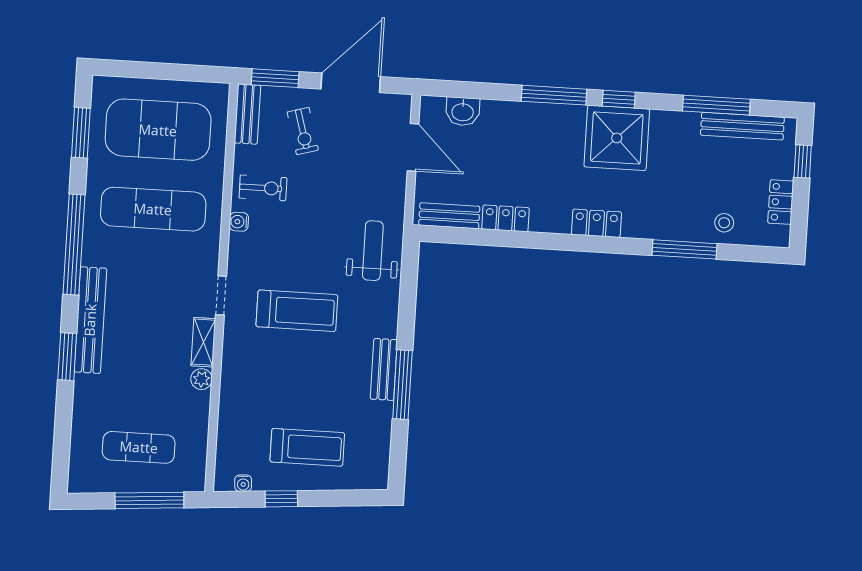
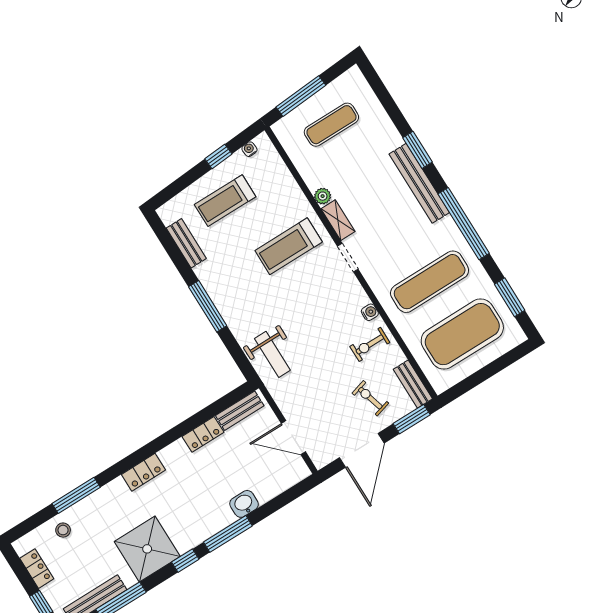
washbasin: (463, 111) -> (244, 504), moved
shower: (617, 138) -> (147, 549), moved
treadmill: (297, 311) -> (289, 246), moved
bench: (384, 369) -> (186, 243), moved
window: (402, 385) -> (208, 306), moved

